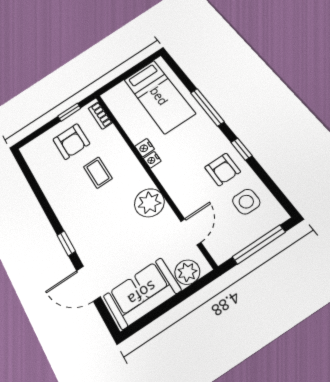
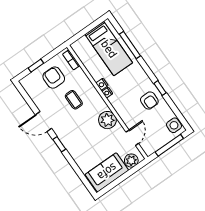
window: (207, 107) -> (130, 45), moved
window: (69, 112) -> (36, 66), moved
armchair: (71, 142) -> (54, 78), turned 180
side table: (246, 202) -> (174, 125), moved
door: (88, 284) -> (43, 122), moved

